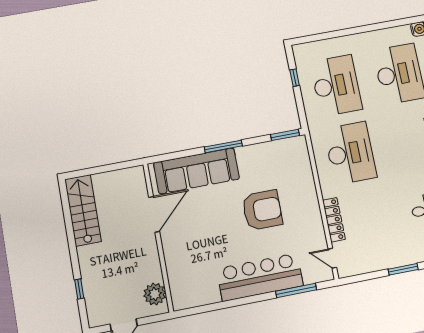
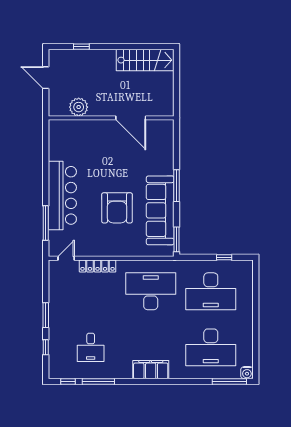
desk: (350, 153) -> (151, 291), turned 180
sofa: (197, 171) -> (160, 210), moved
plant: (155, 294) -> (79, 107), moved

